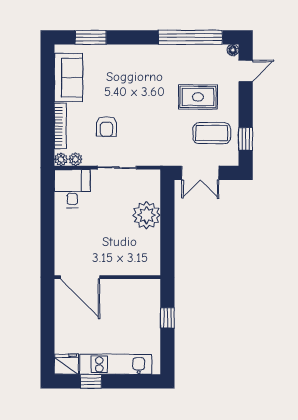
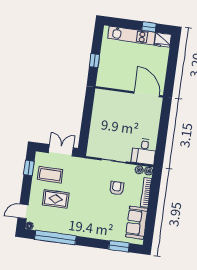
plant: (147, 215) -> (99, 128), removed

